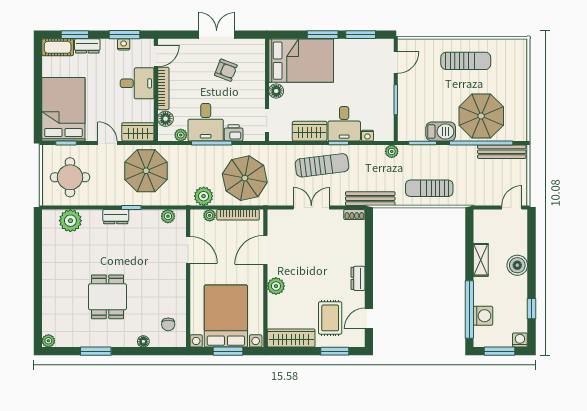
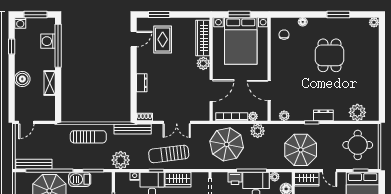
plant: (392, 151) -> (121, 160), width x1.87, depth x1.87
dresser: (358, 278) -> (142, 83), moved
wardrobe: (291, 338) -> (203, 38), moved, turned 90

